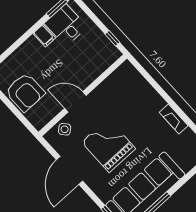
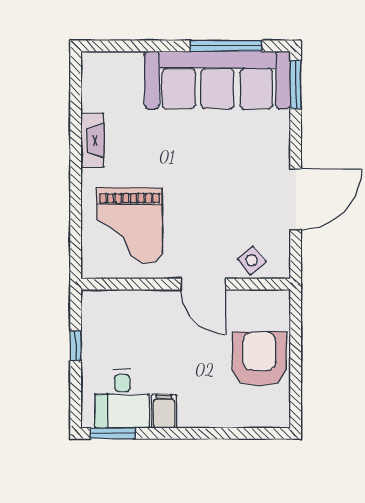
window: (112, 38) -> (76, 346), moved
grand piano: (109, 145) -> (130, 226), moved

